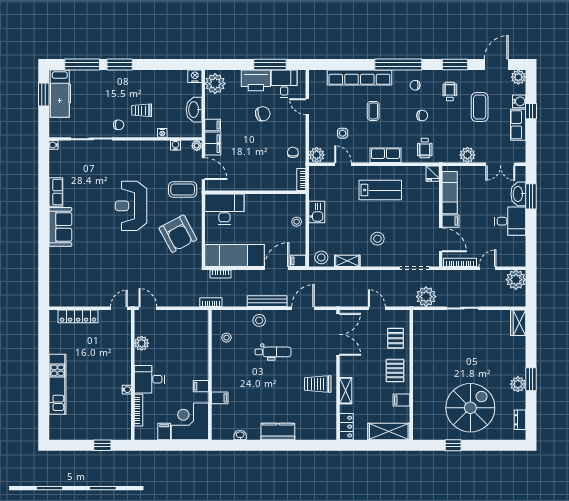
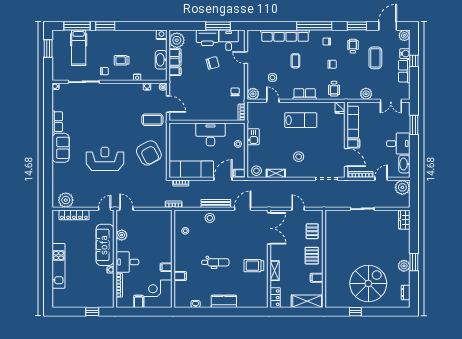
hospital bed: (60, 94) -> (79, 48), moved
filing cabinet: (213, 144) -> (175, 57), moved
washbasin: (518, 194) -> (404, 164), moved
reception desk: (131, 206) -> (105, 159), moved, turned 90
desk: (224, 209) -> (210, 134), moved
plant: (426, 297) -> (66, 200), moved
dental chair: (273, 352) -> (215, 262), moved
sofa: (119, 356) -> (105, 245), added

